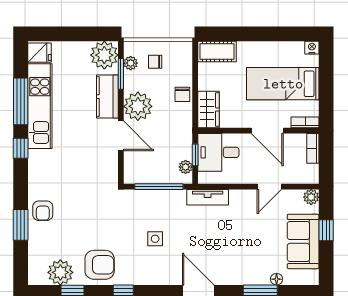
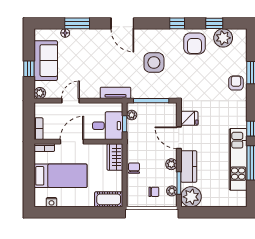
nightstand: (312, 48) -> (51, 202), moved
fridge: (39, 53) -> (189, 118), moved, turned 180
plant: (138, 106) -> (171, 164), width x0.53, depth x0.53
door: (267, 131) -> (72, 142), hinge flipped
side table: (155, 239) -> (154, 63), width x1.87, depth x1.87
armchair: (100, 265) -> (194, 43), turned -90

